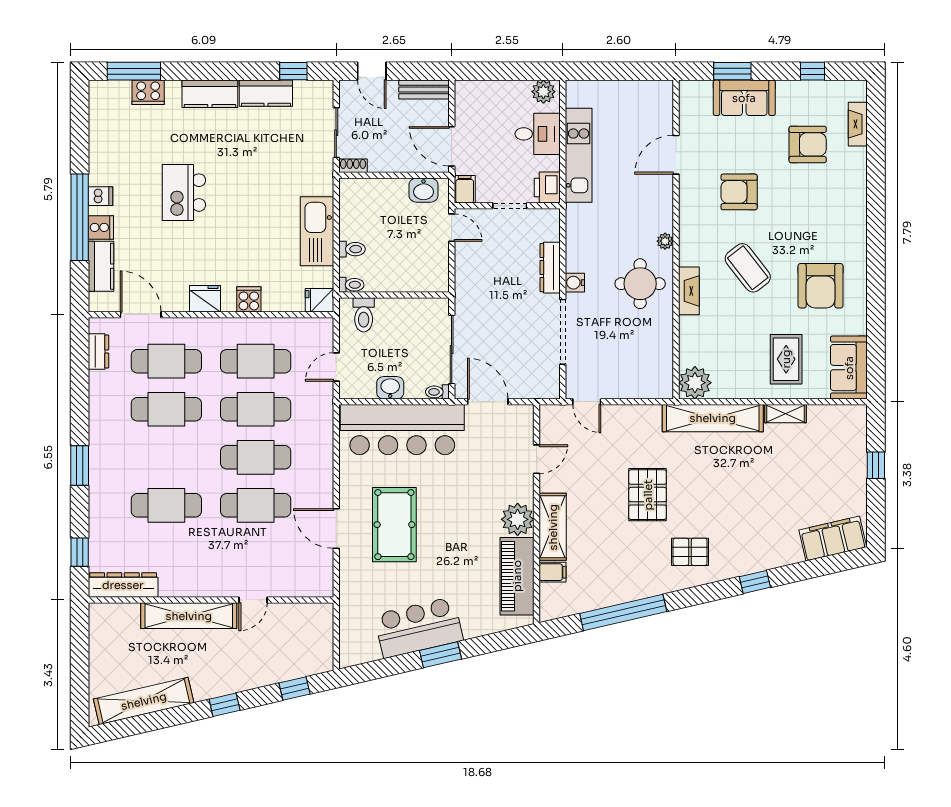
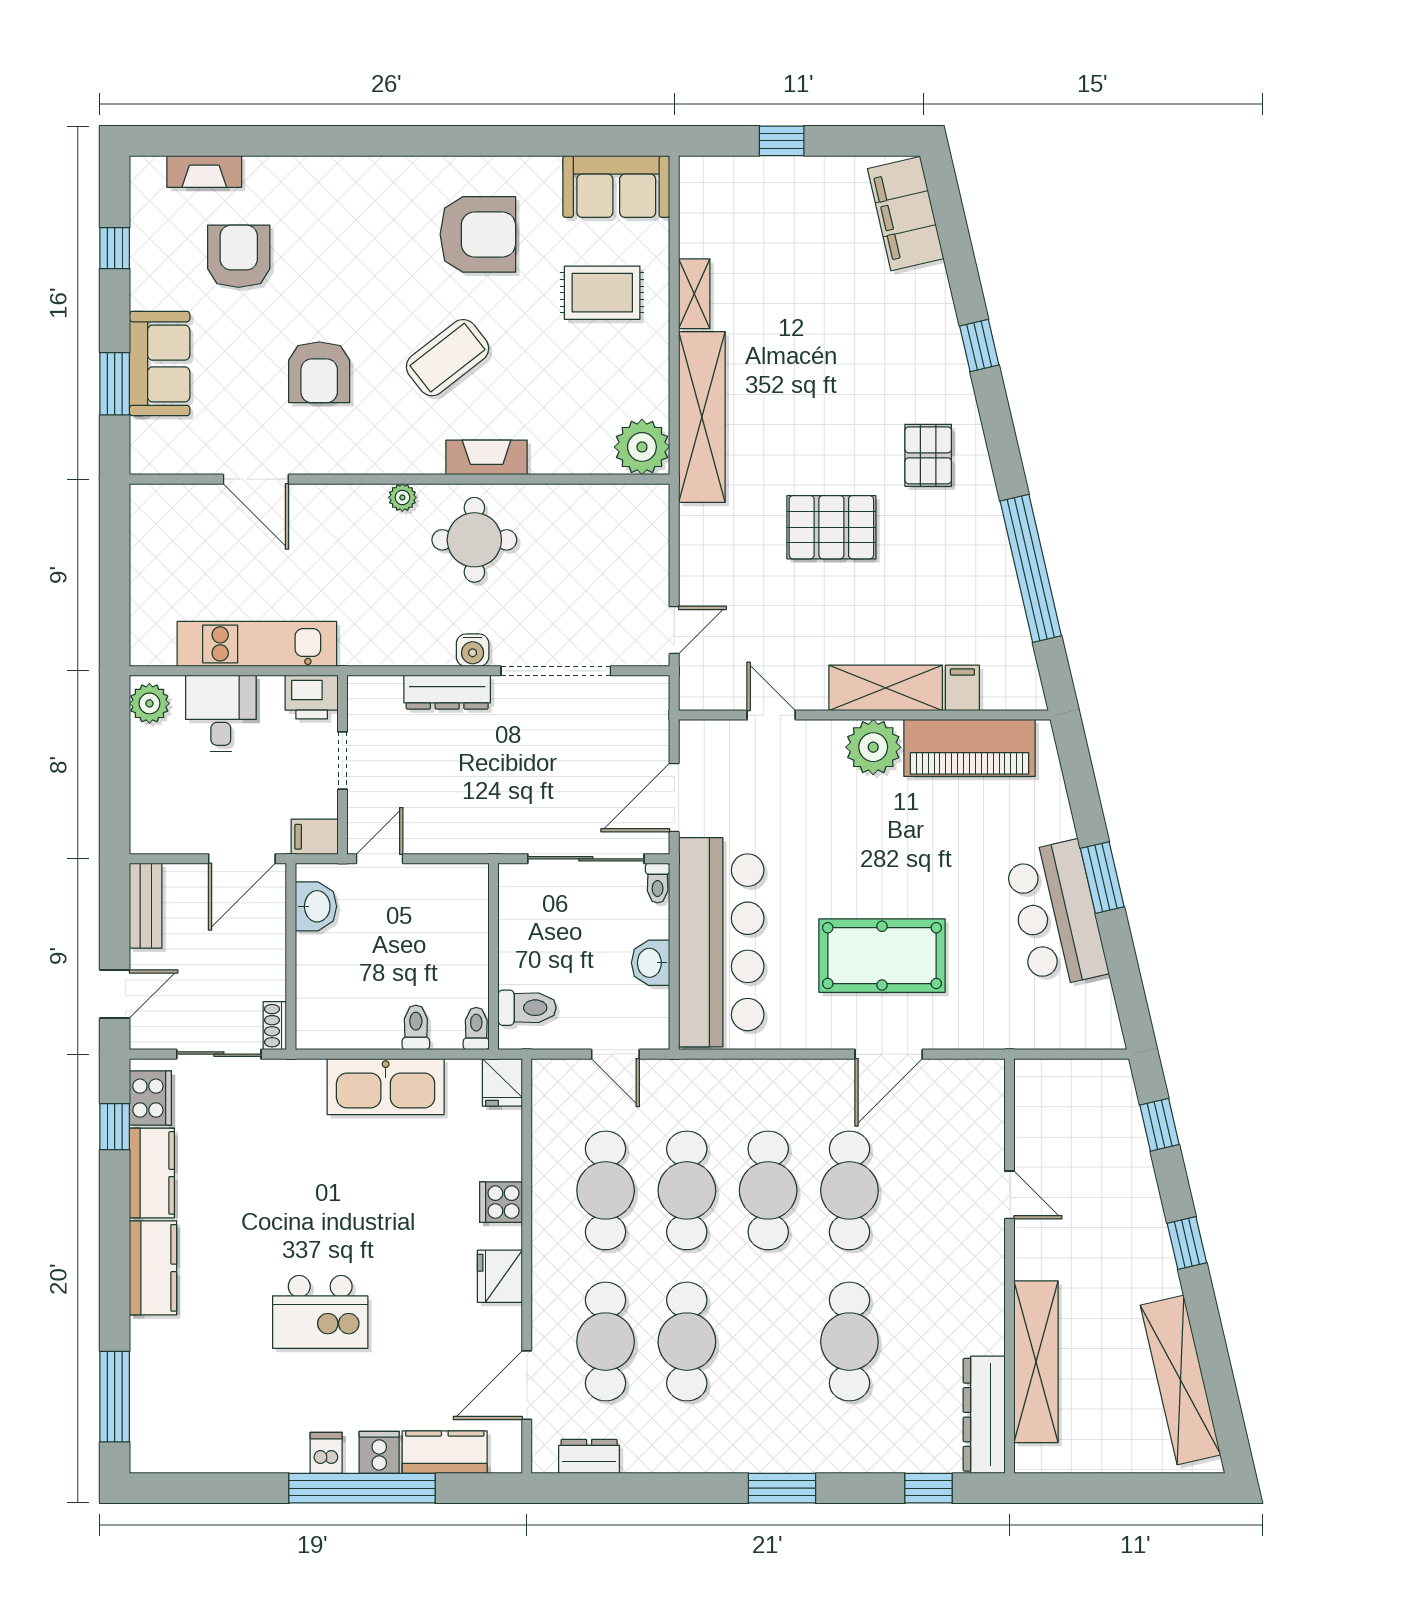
cooker: (148, 92) -> (150, 1098), moved
shelving: (189, 616) -> (1036, 1362), moved

